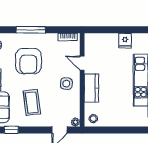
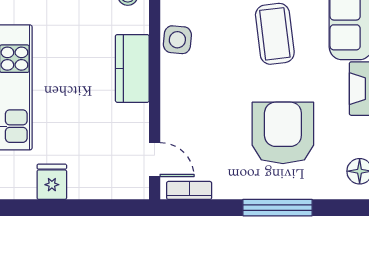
door: (82, 63) -> (155, 160), moved
side table: (66, 84) -> (177, 40), moved

